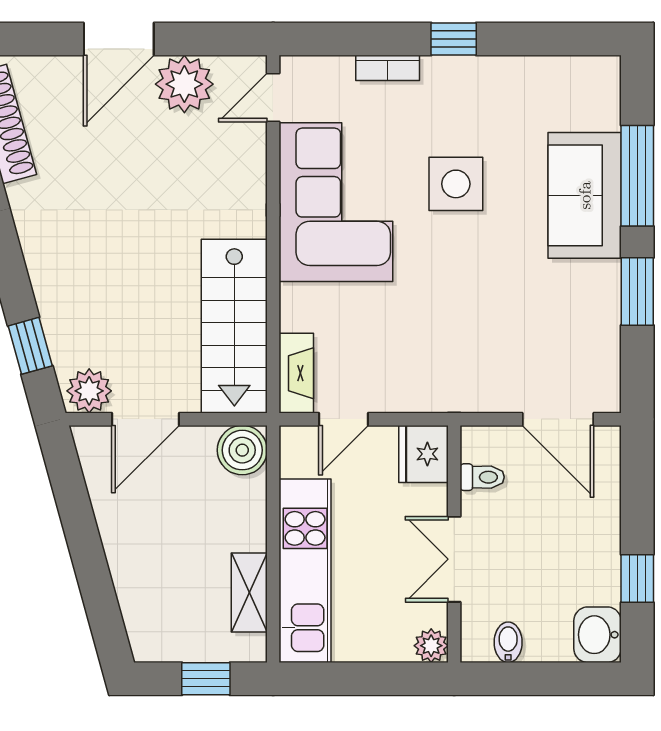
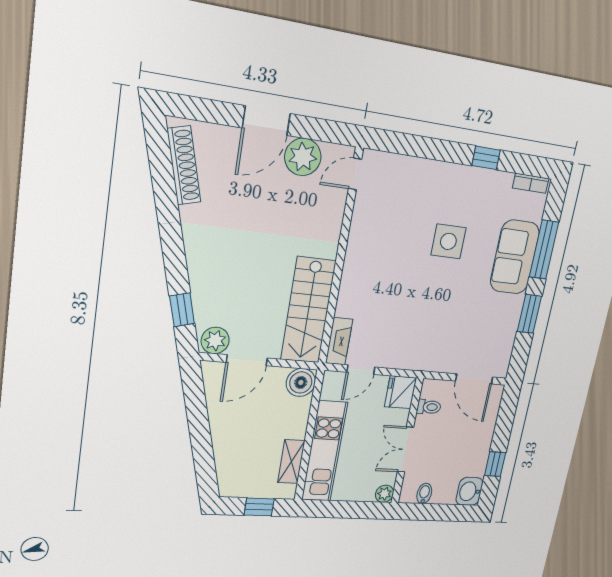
window: (454, 39) -> (486, 158), moved
bookcase: (388, 68) -> (531, 183), moved
corner sofa: (336, 202) -> (380, 243), removed

